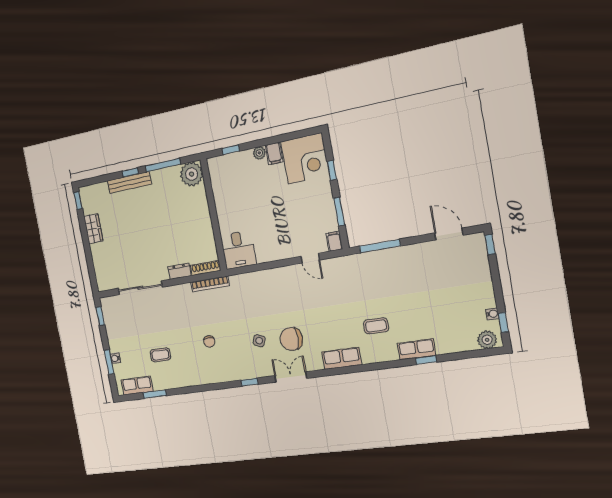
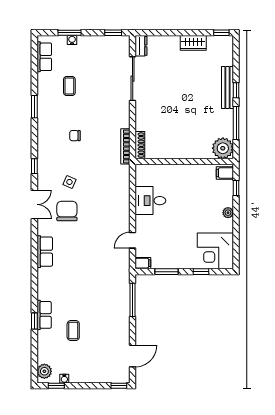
filing cabinet: (274, 153) -> (225, 173), moved
desk: (238, 250) -> (150, 201), moved
dresser: (179, 271) -> (141, 46), moved
coffee table: (376, 326) -> (73, 331), moved
window: (155, 394) -> (34, 107), moved

